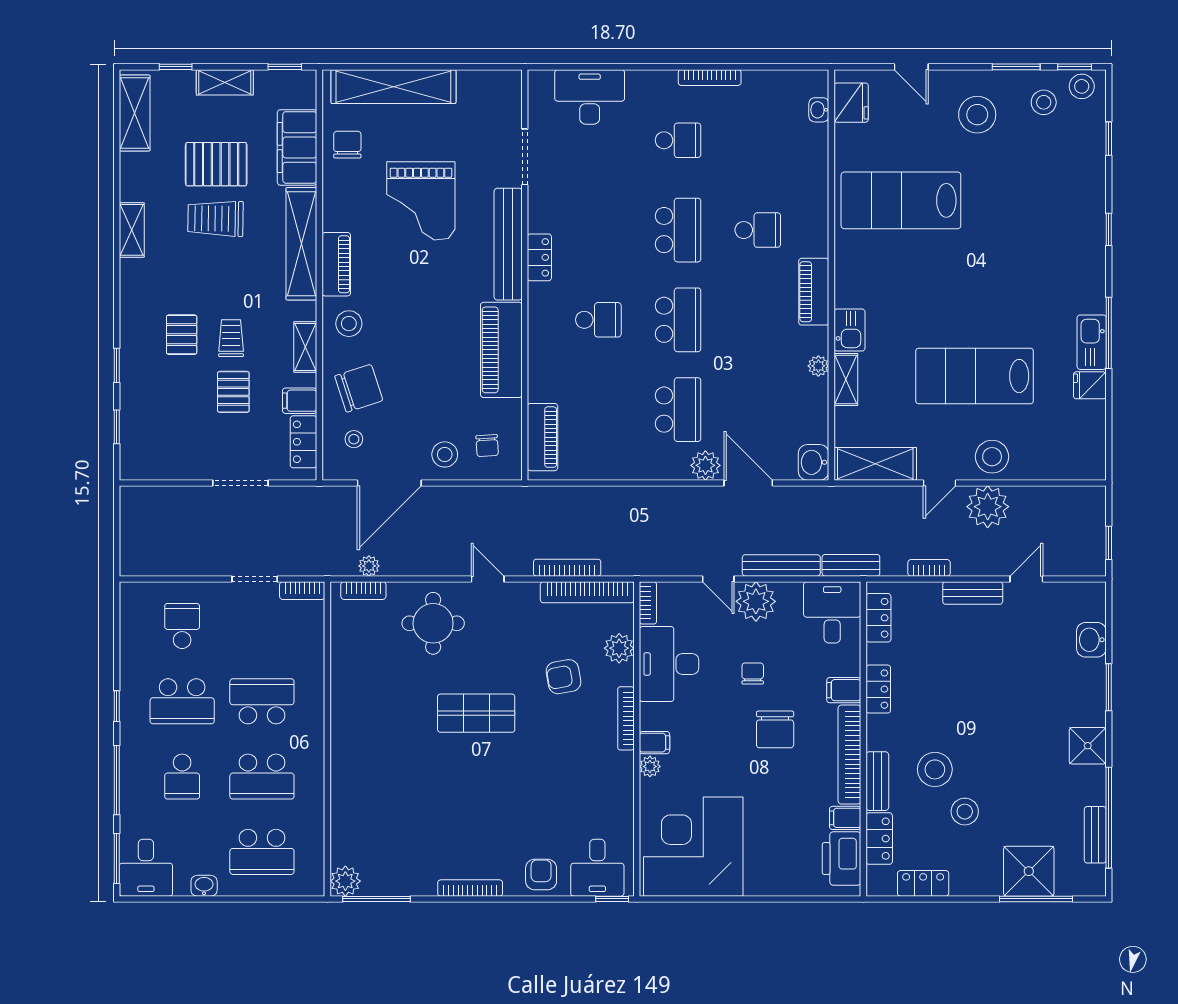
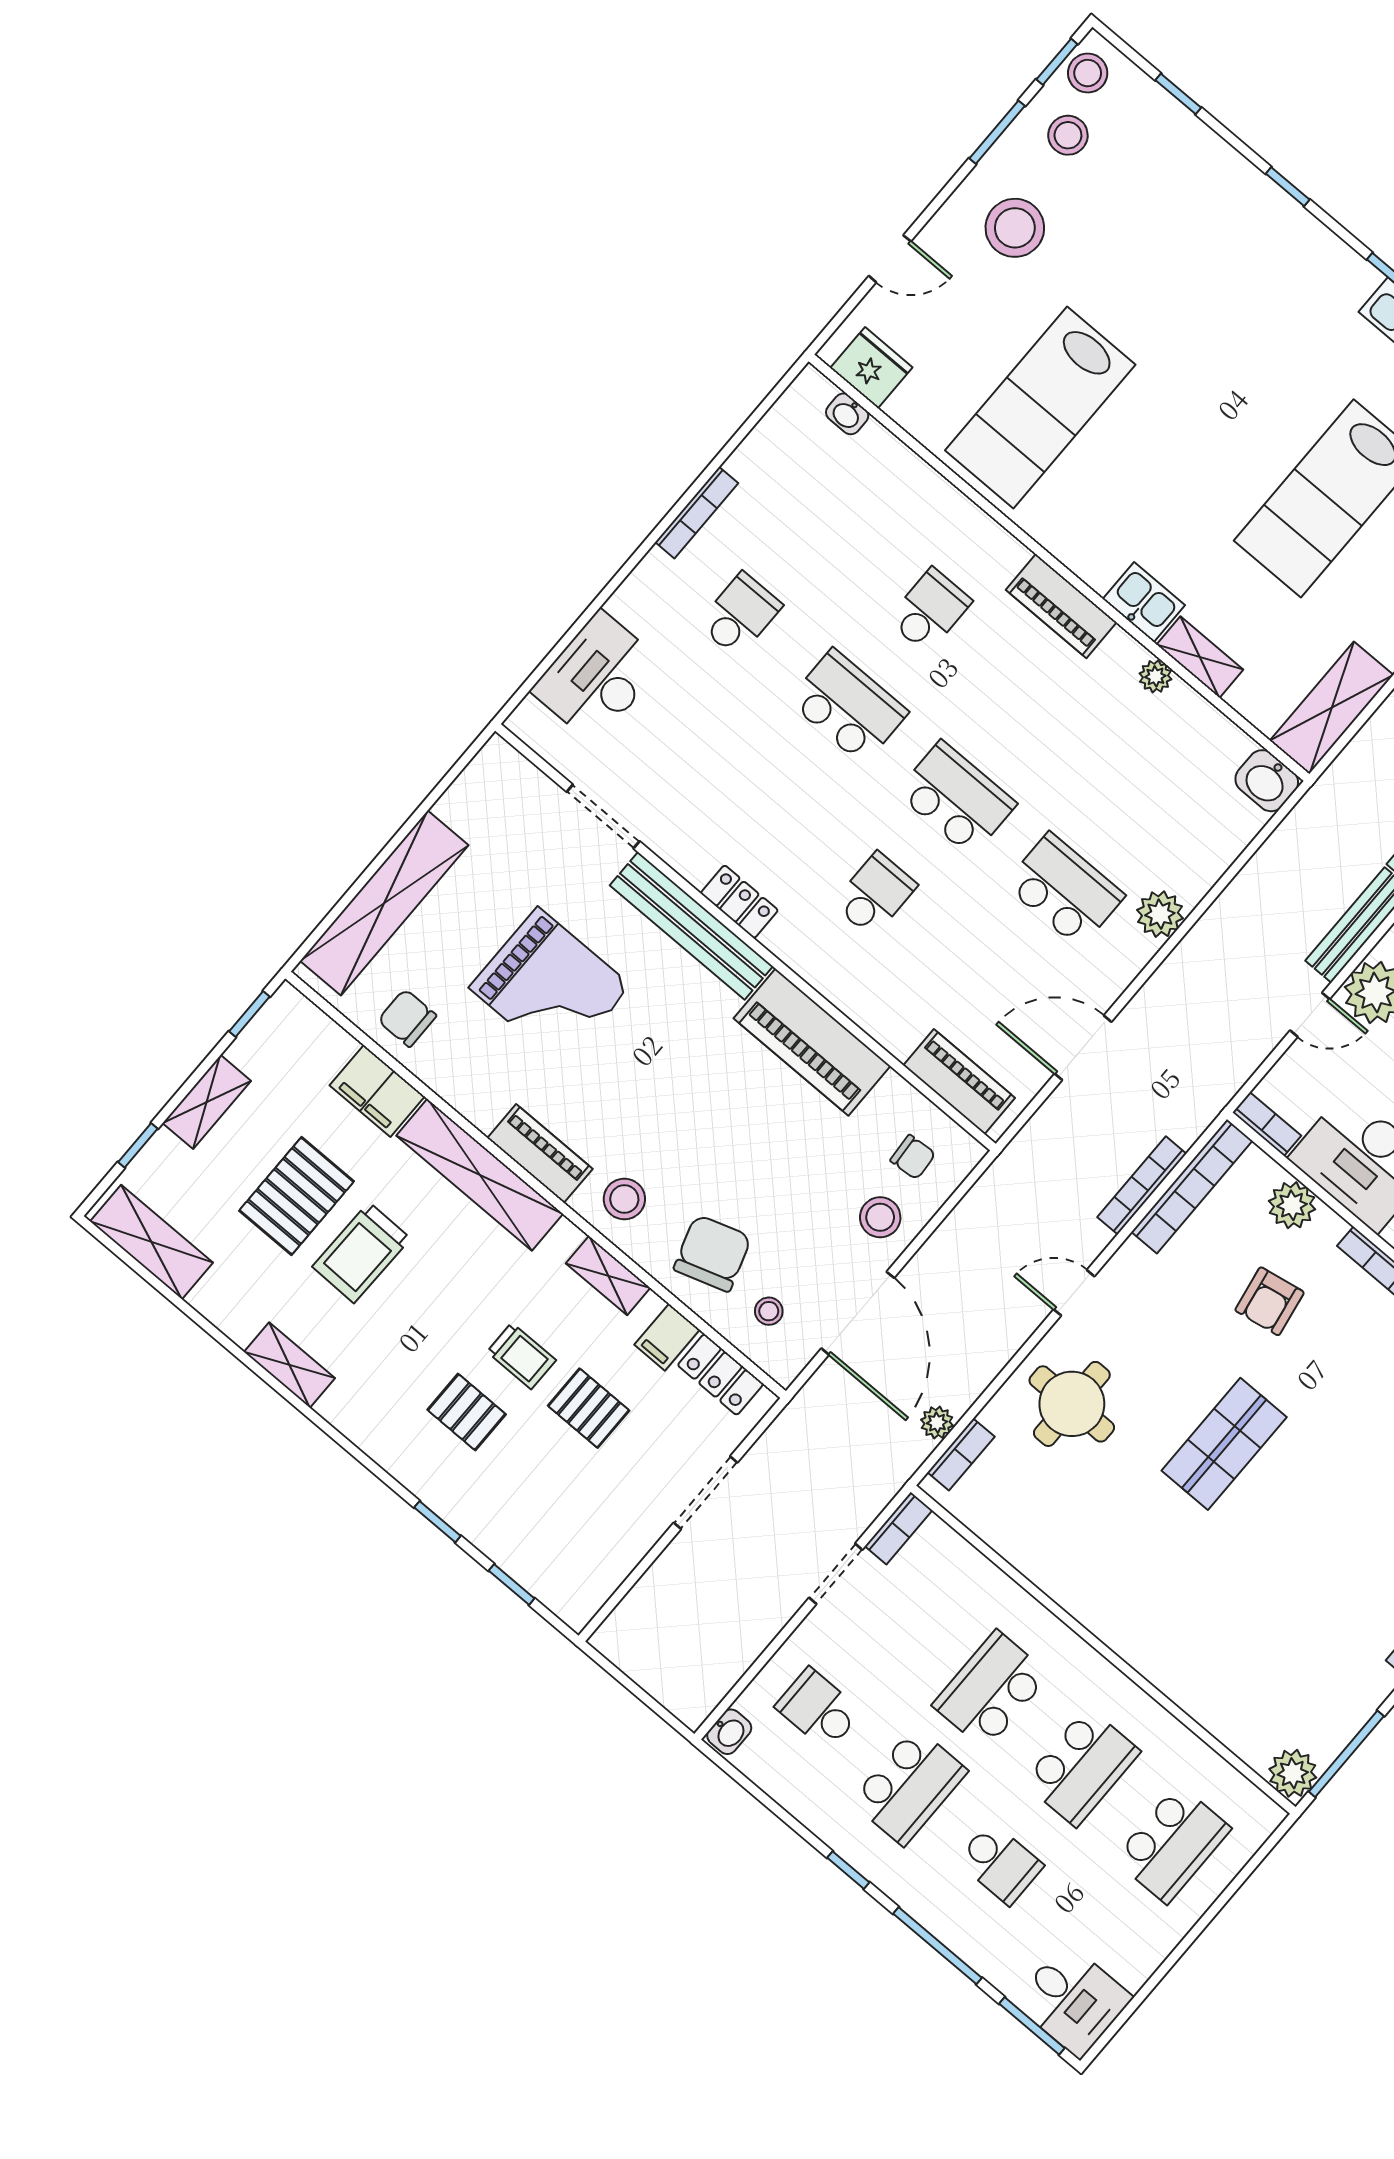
filing cabinet: (297, 147) -> (377, 1091), width x0.67, depth x0.86
trolley: (231, 338) -> (521, 1356), turned 180
door: (748, 483) -> (1083, 1048), moved
washbasin: (204, 886) -> (729, 1732), moved, turned 180

